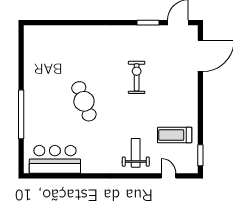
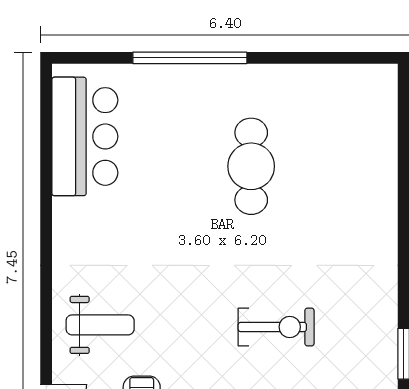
cafe table: (84, 101) -> (251, 166), moved, turned -69

